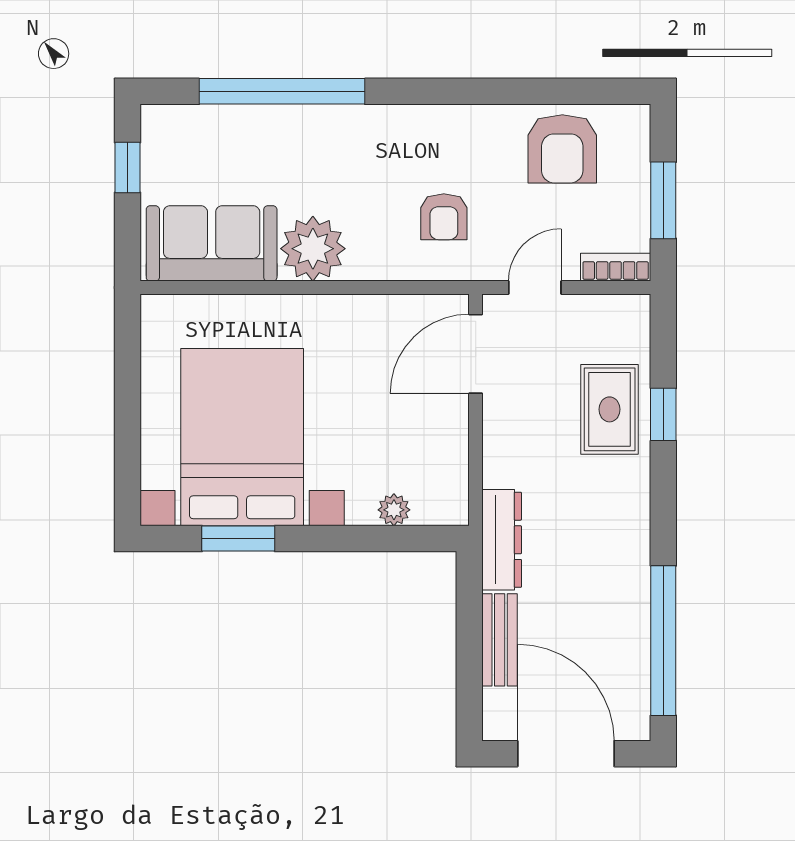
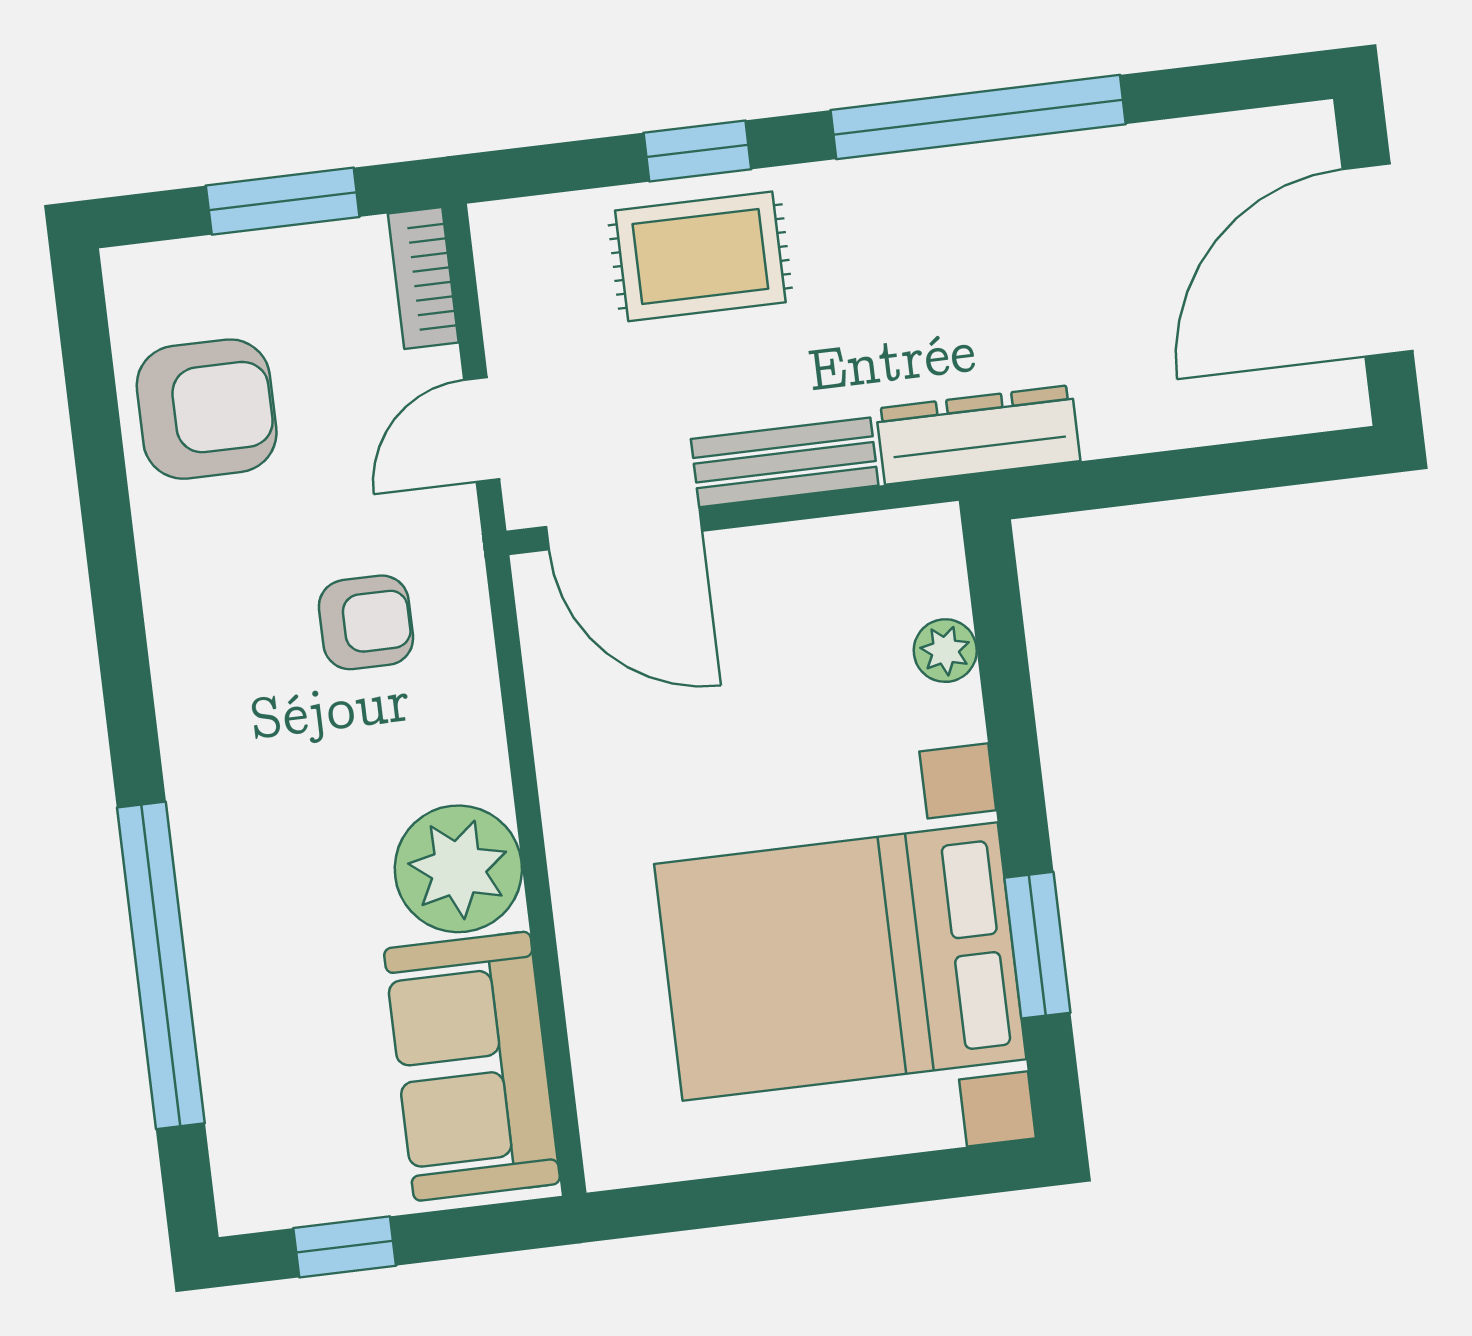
door: (535, 287) -> (482, 430), hinge flipped
bench: (500, 640) -> (785, 462), moved
window: (663, 641) -> (978, 117), moved

